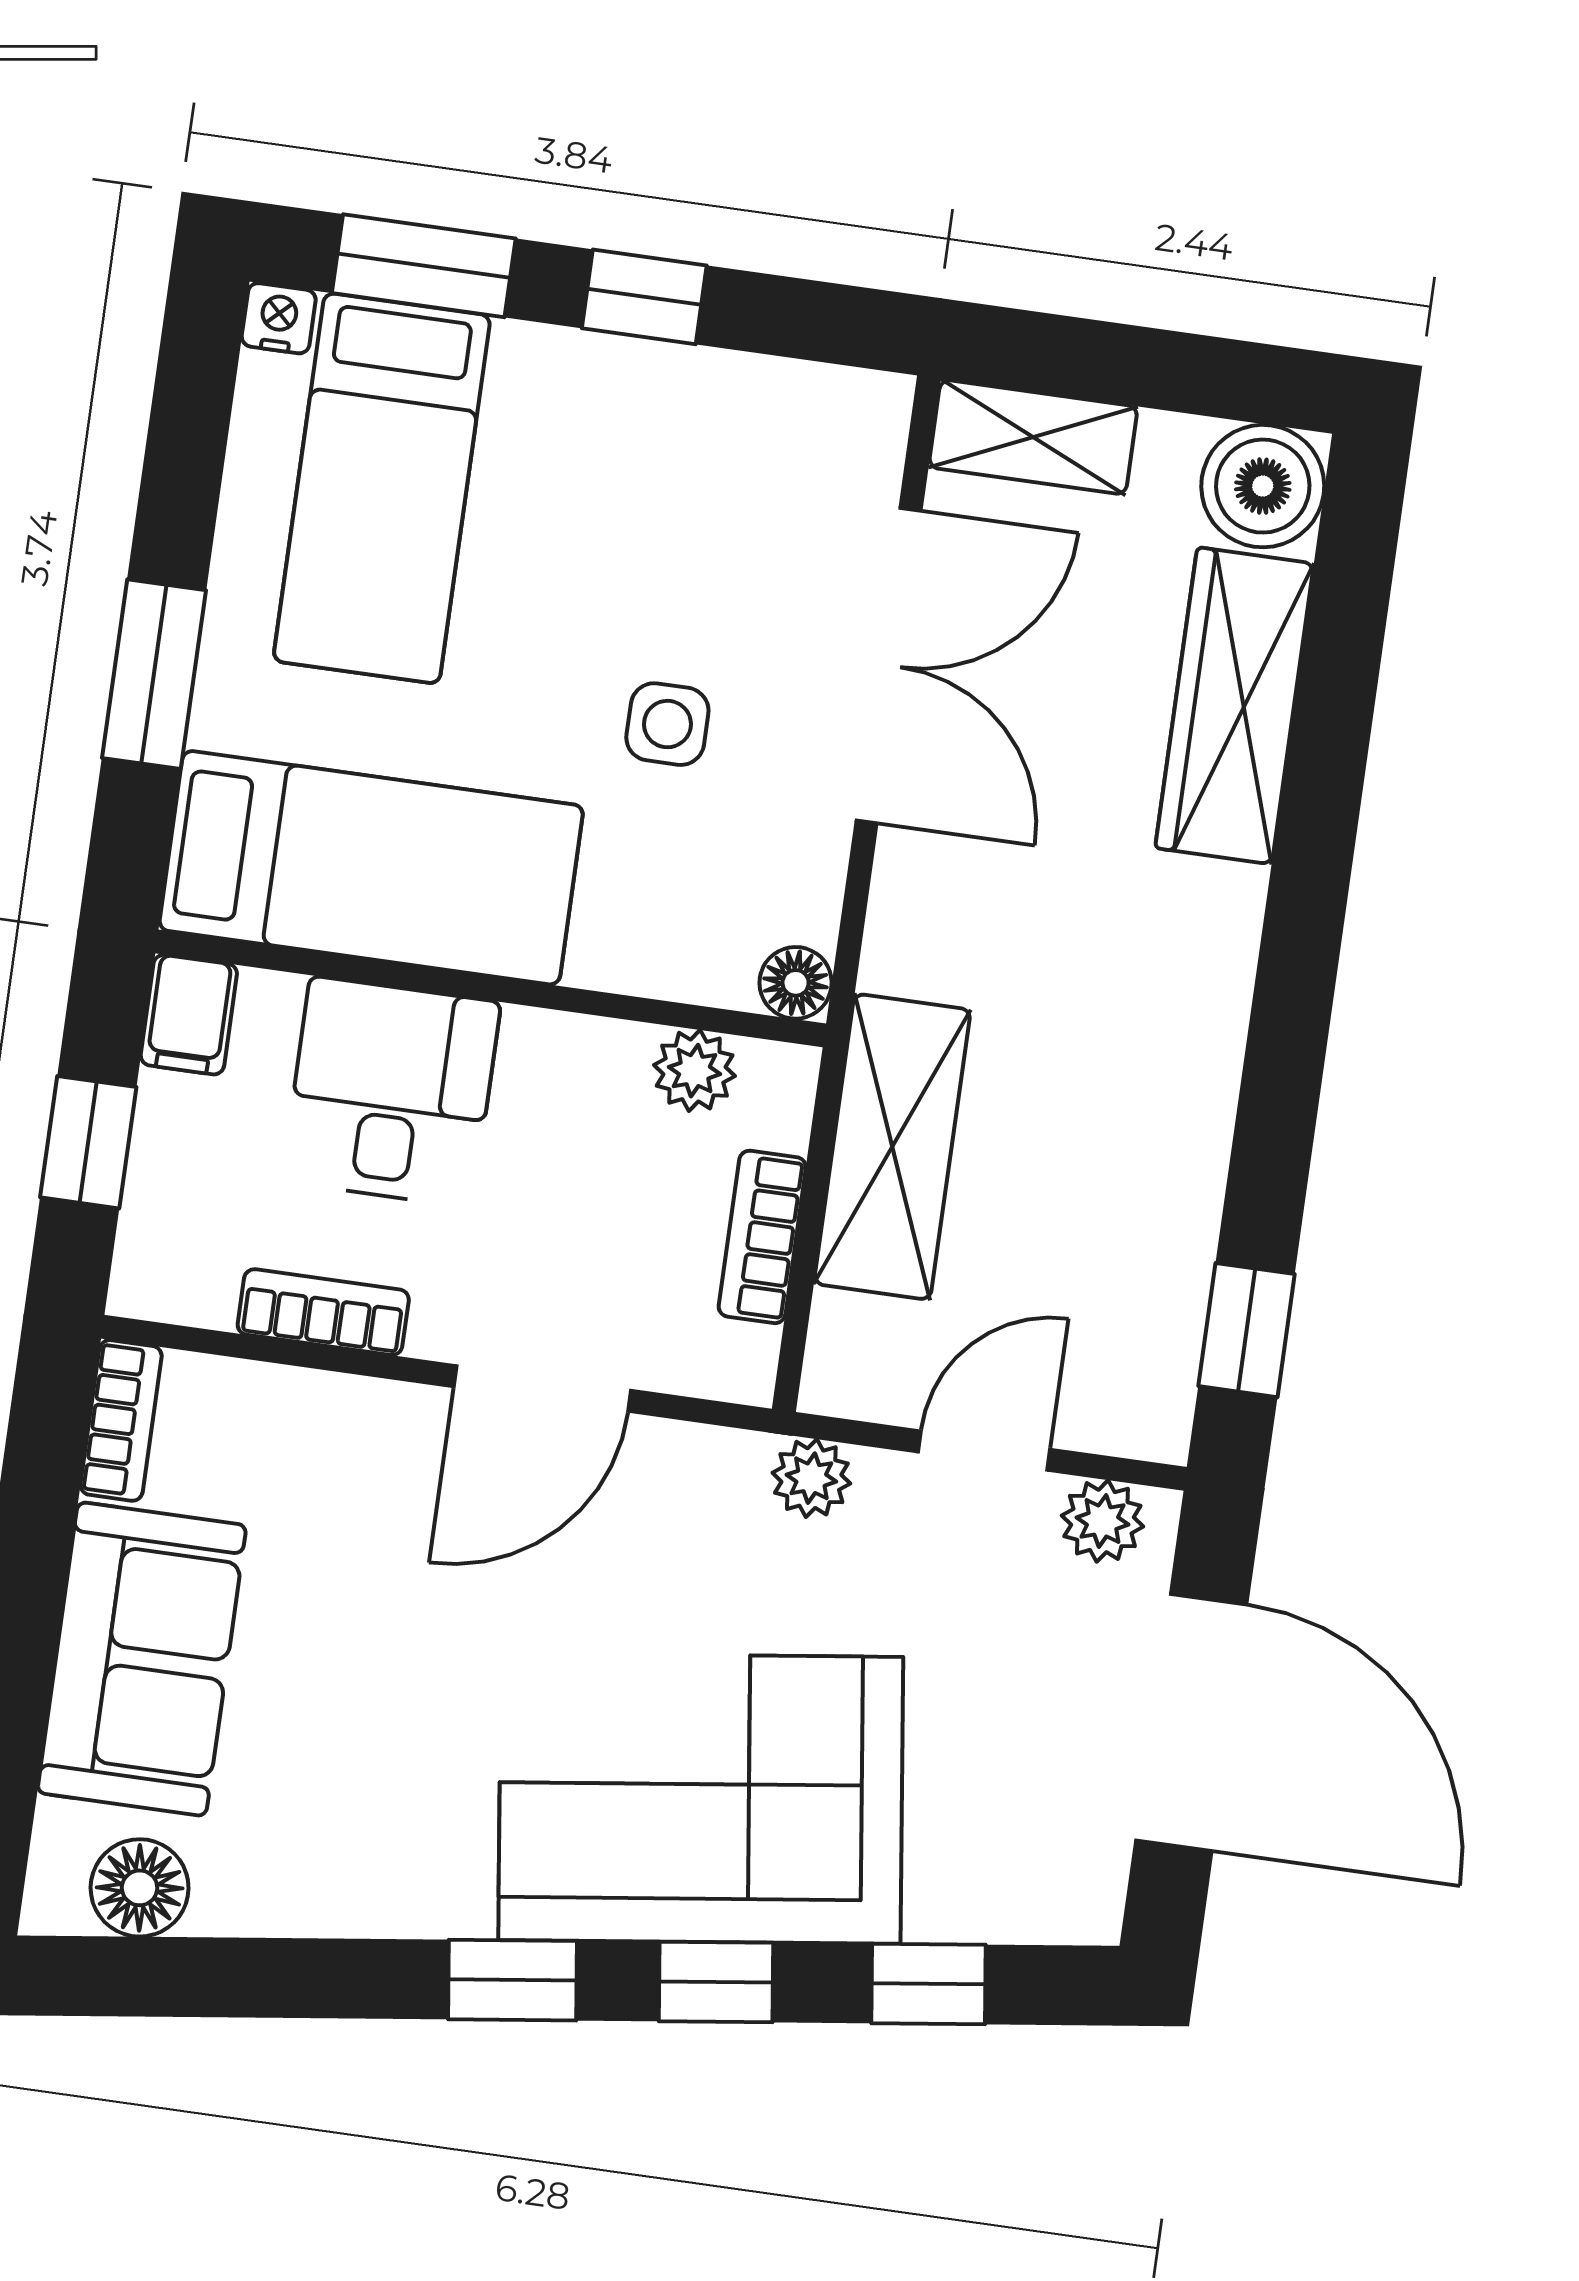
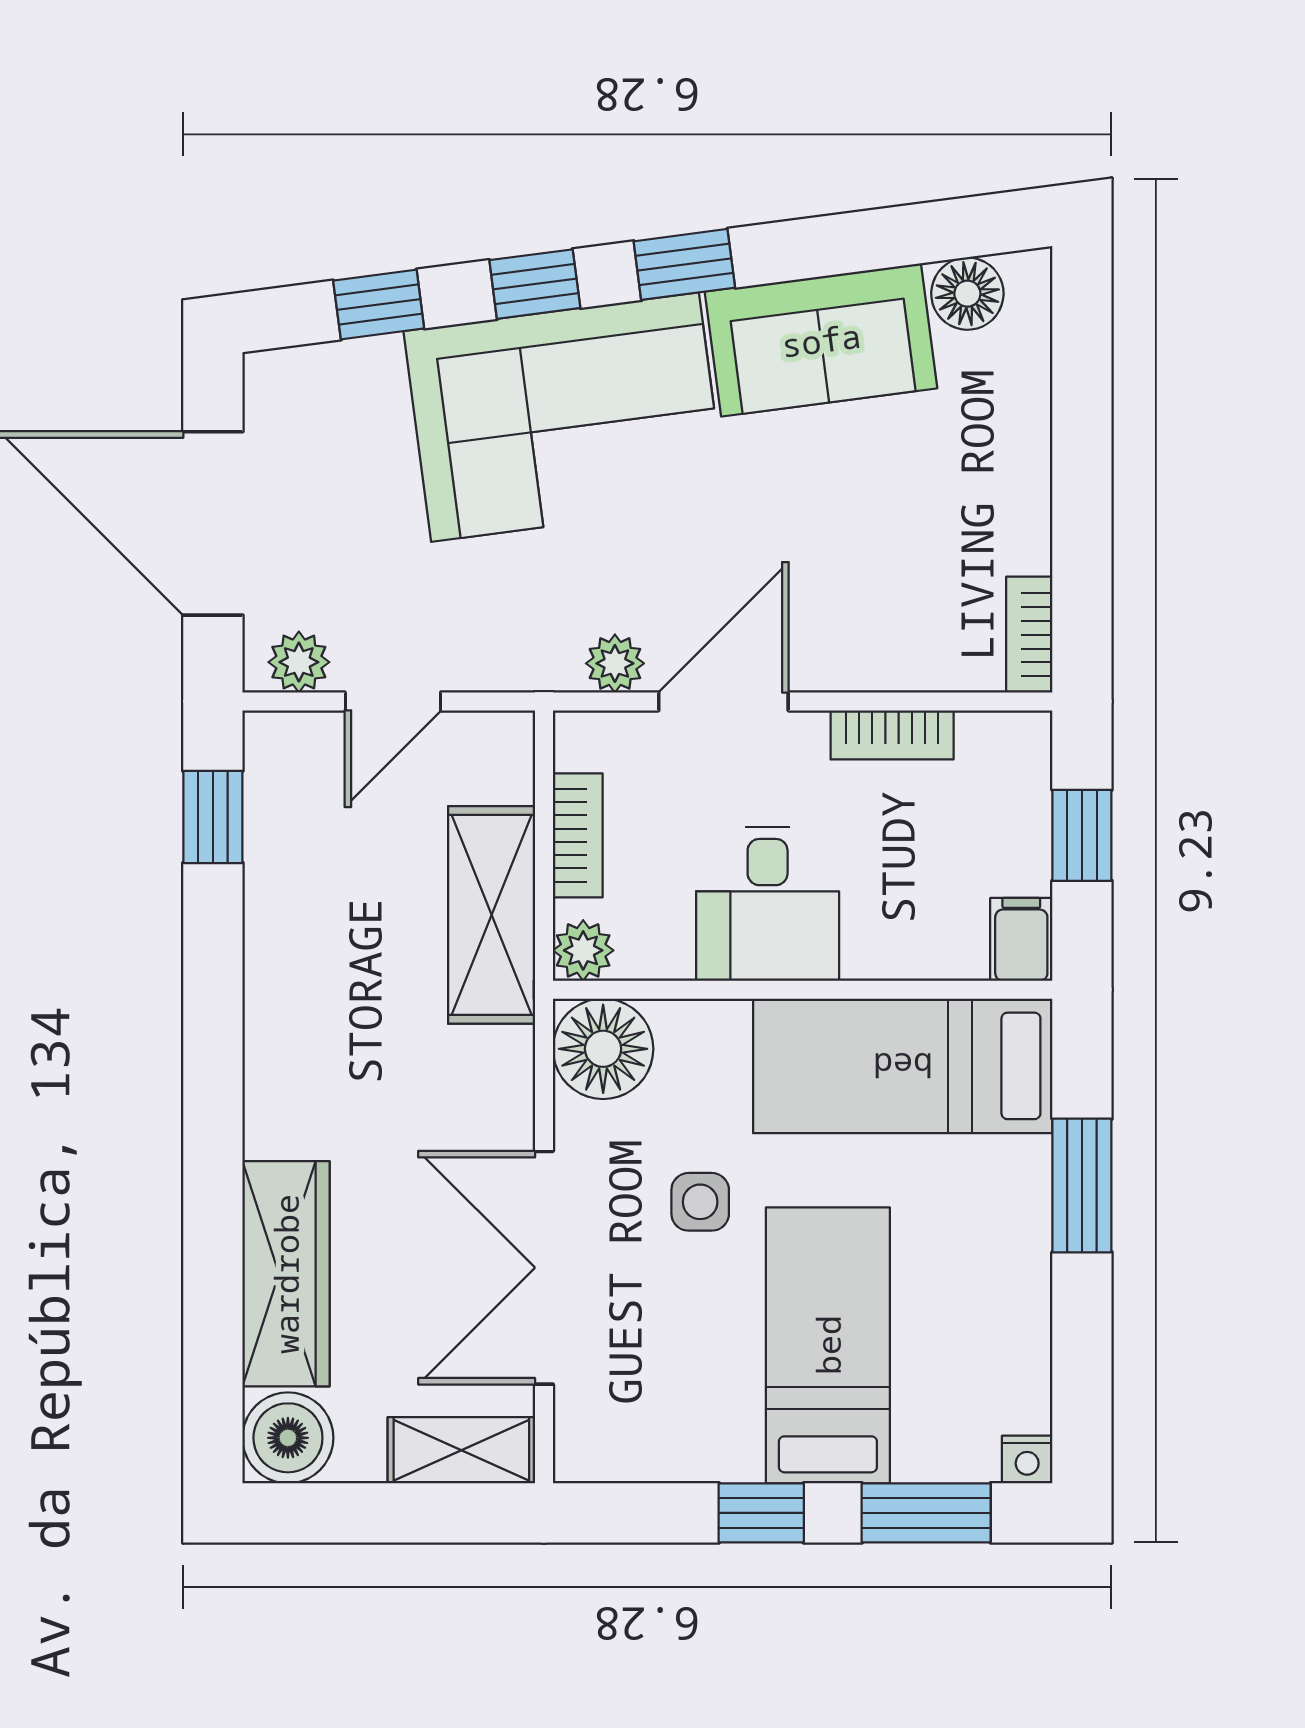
bed: (382, 488) -> (828, 1345), moved
floor lamp: (796, 983) -> (603, 1049), width x1.89, depth x1.89
plant: (695, 1071) -> (583, 950), moved
desk: (391, 1092) -> (768, 904), moved
plant: (811, 1478) -> (615, 663), moved
sofa: (142, 1659) -> (821, 340), moved, turned -97

